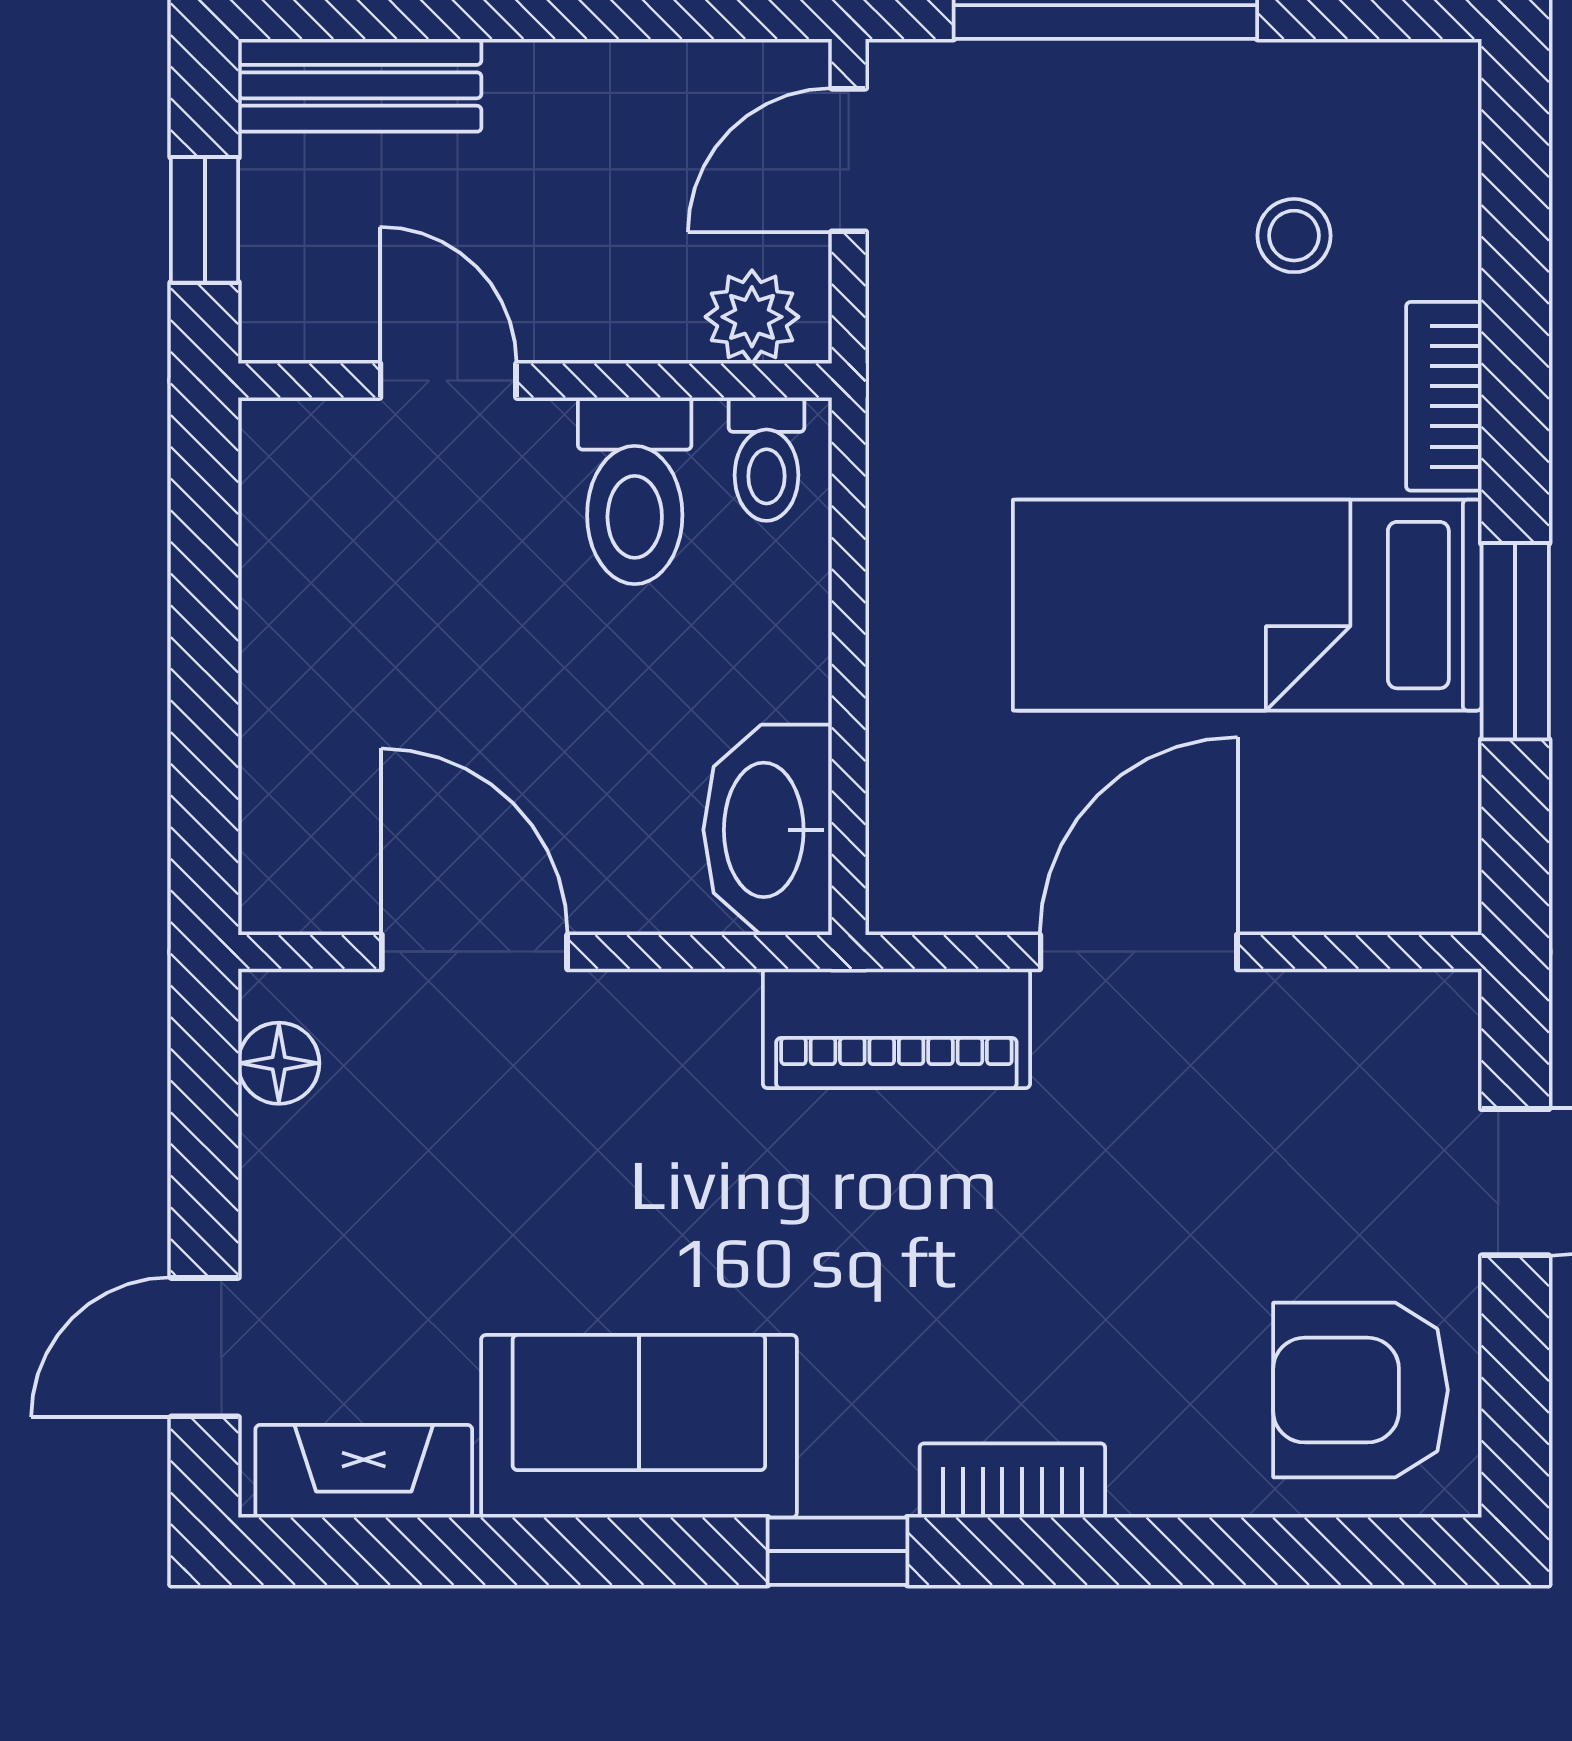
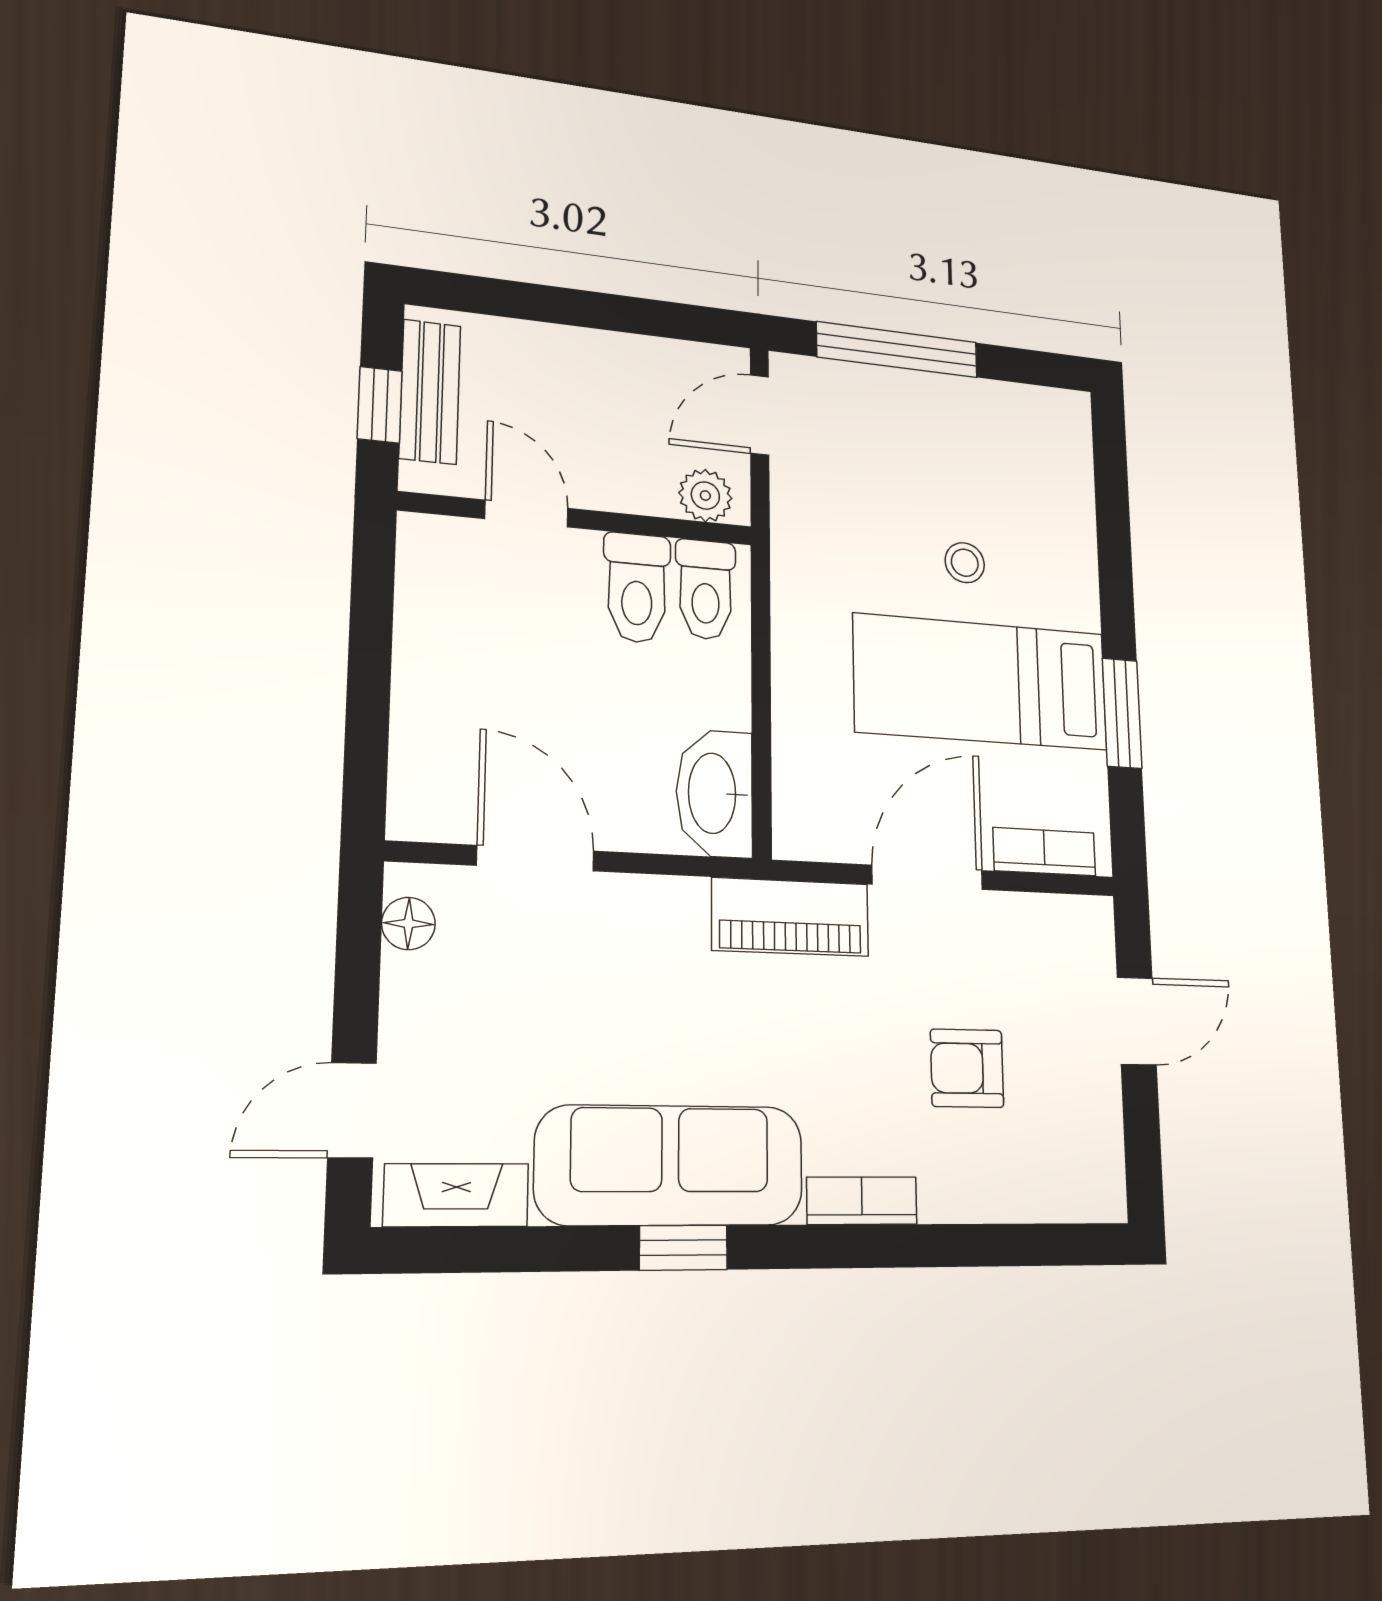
bench: (360, 85) -> (430, 392), moved, turned 90
stool: (1294, 236) -> (965, 563), moved
bookcase: (1444, 396) -> (1044, 852), moved, turned 90
toilet: (767, 459) -> (706, 590), width x1.37, depth x1.39
armchair: (1361, 1390) -> (967, 1068), moved, width x0.72, depth x0.72
sofa: (639, 1426) -> (670, 1165), width x1.36
window: (837, 1551) -> (683, 1248), moved

